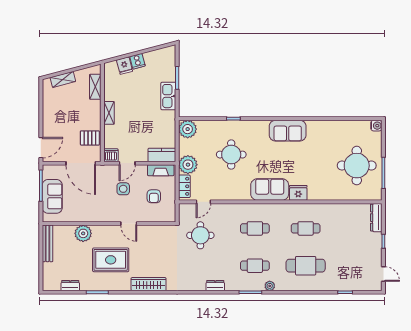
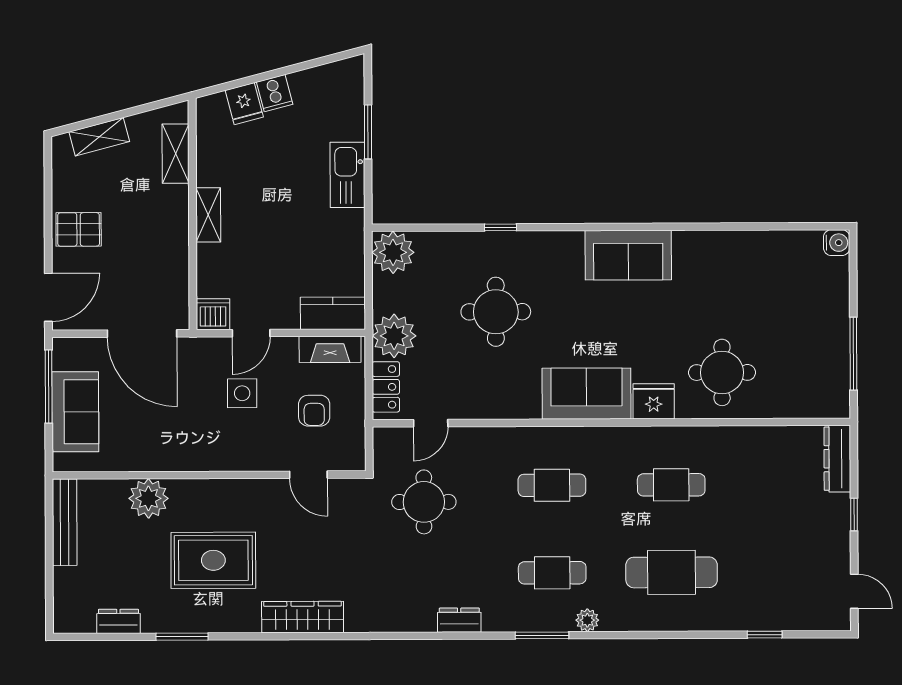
pallet: (90, 138) -> (79, 229), moved
round table: (357, 166) -> (722, 372), moved, width x0.73, depth x0.73
door: (129, 224) -> (308, 475), moved

